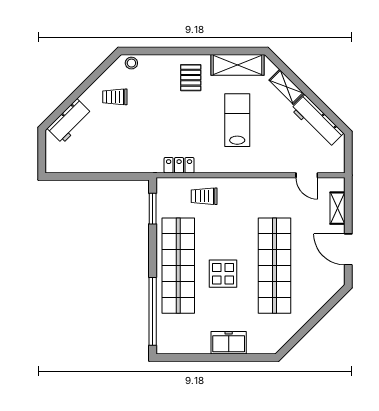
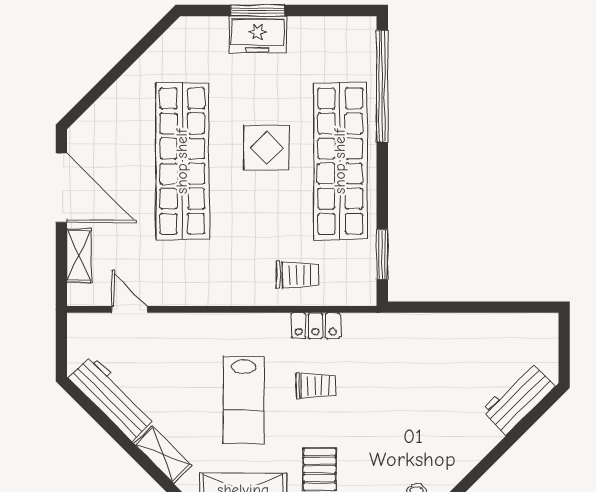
trolley: (115, 97) -> (316, 386), moved
locker: (179, 165) -> (316, 326), moved
door: (348, 249) -> (61, 188), width x1.36
window: (229, 358) -> (258, 10), added

